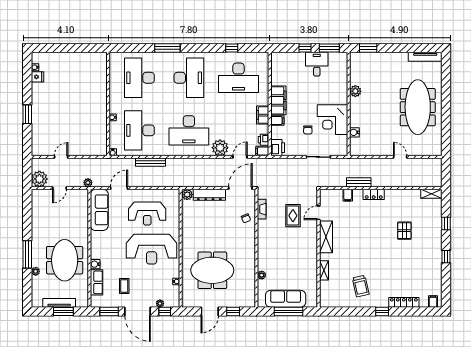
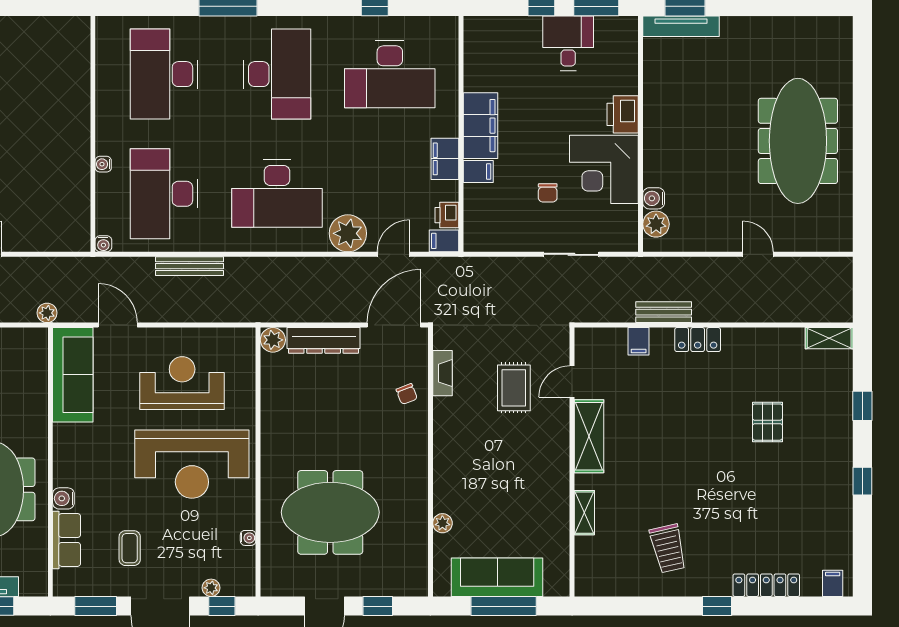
tv unit: (425, 57) -> (681, 26), moved
plant: (355, 91) -> (656, 224), moved
printer: (278, 148) -> (623, 114), moved, turned 180
door: (119, 188) -> (118, 325), hinge flipped
reception desk: (147, 213) -> (182, 383), turned 180

